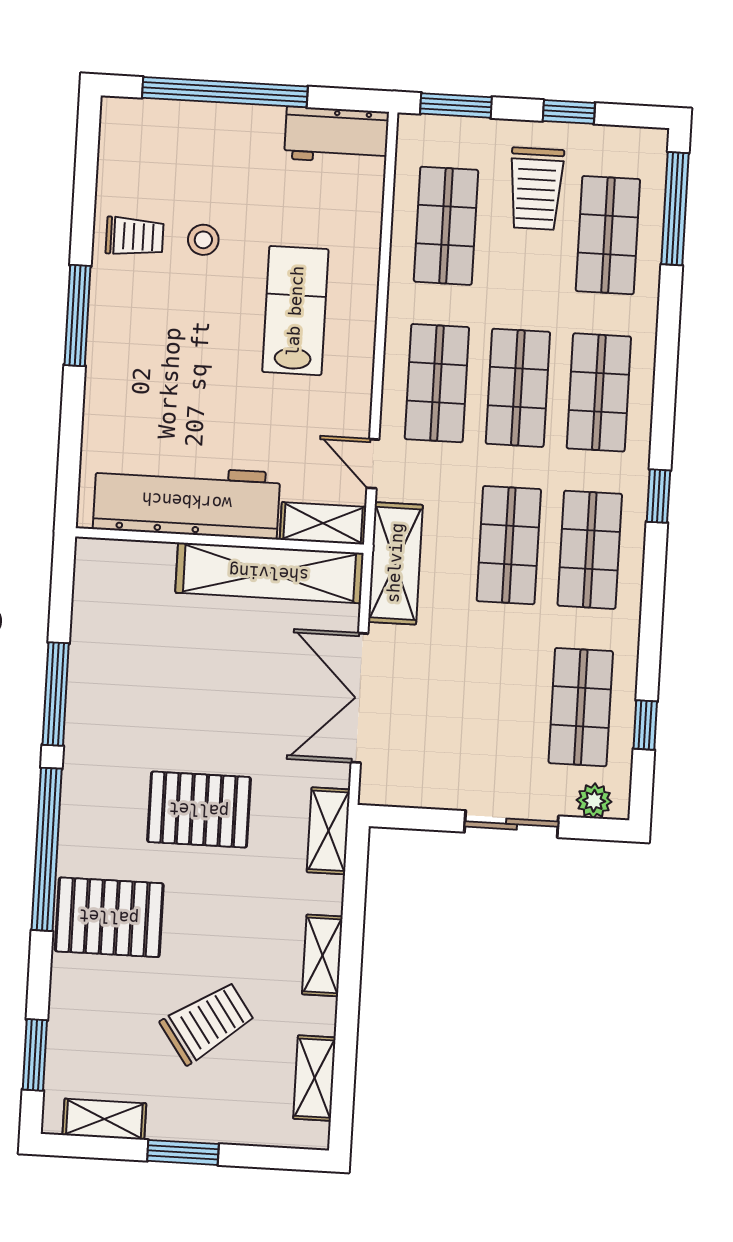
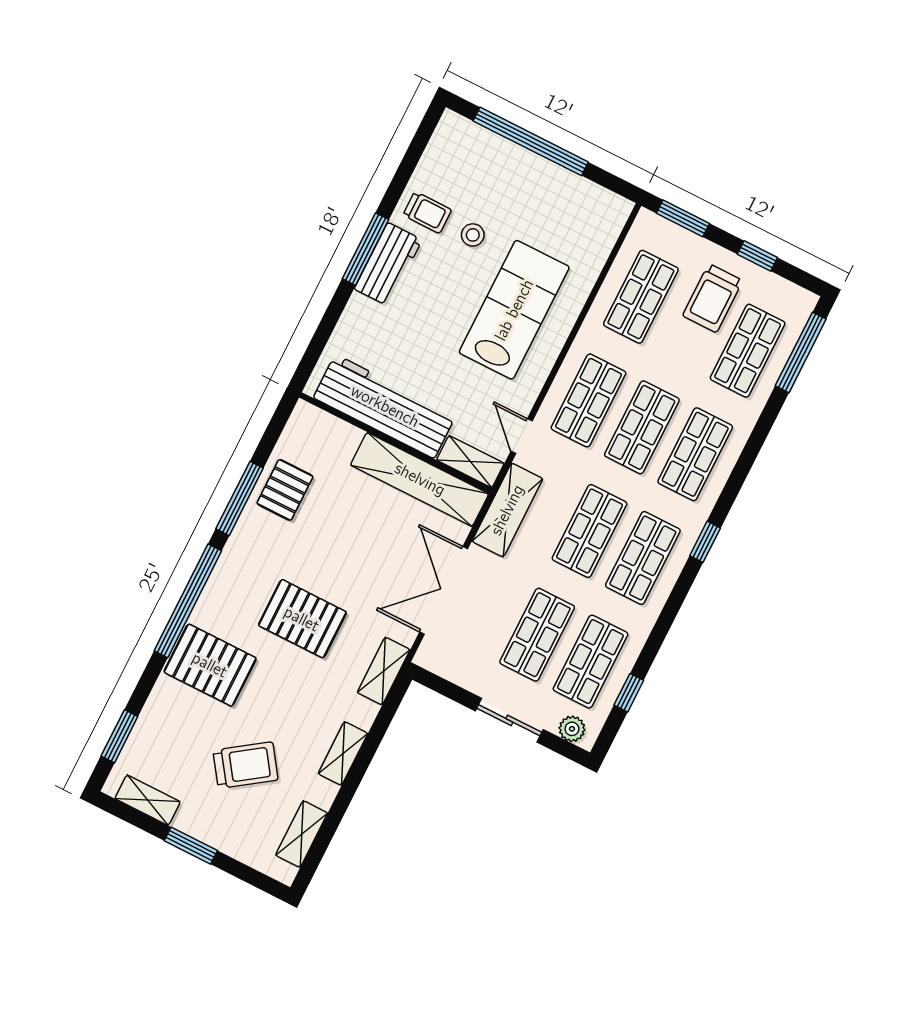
workbench: (337, 135) -> (388, 264), moved, turned -90
lab bench: (295, 311) -> (514, 310), width x1.36, depth x1.39
pallet: (108, 659) -> (285, 490), added
shop shelf: (500, 702) -> (537, 635), added

